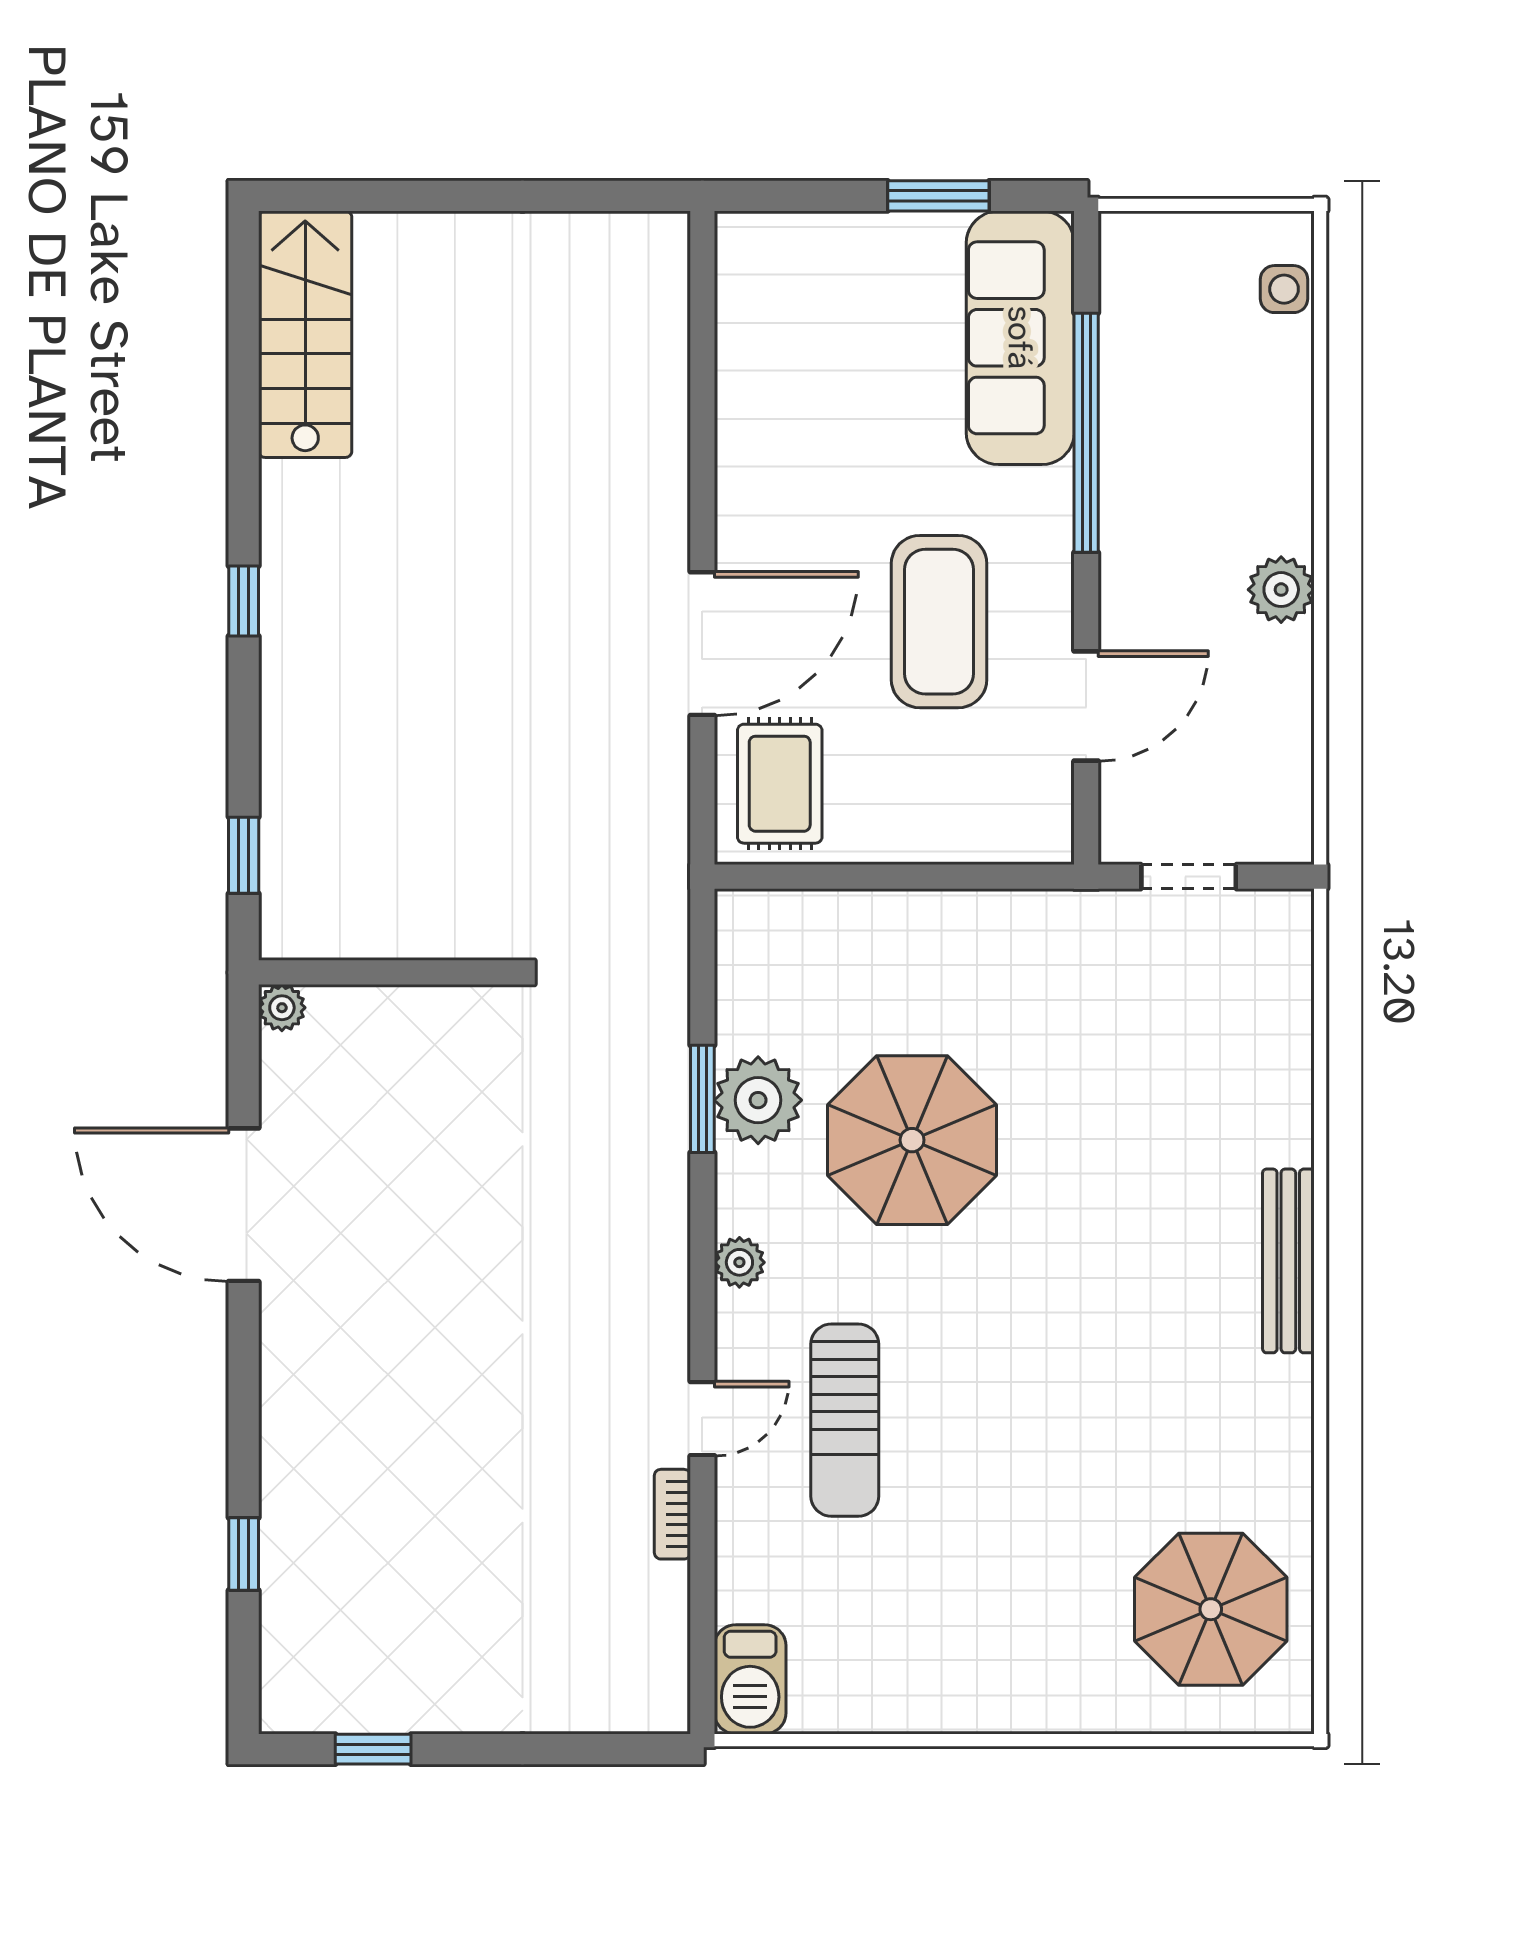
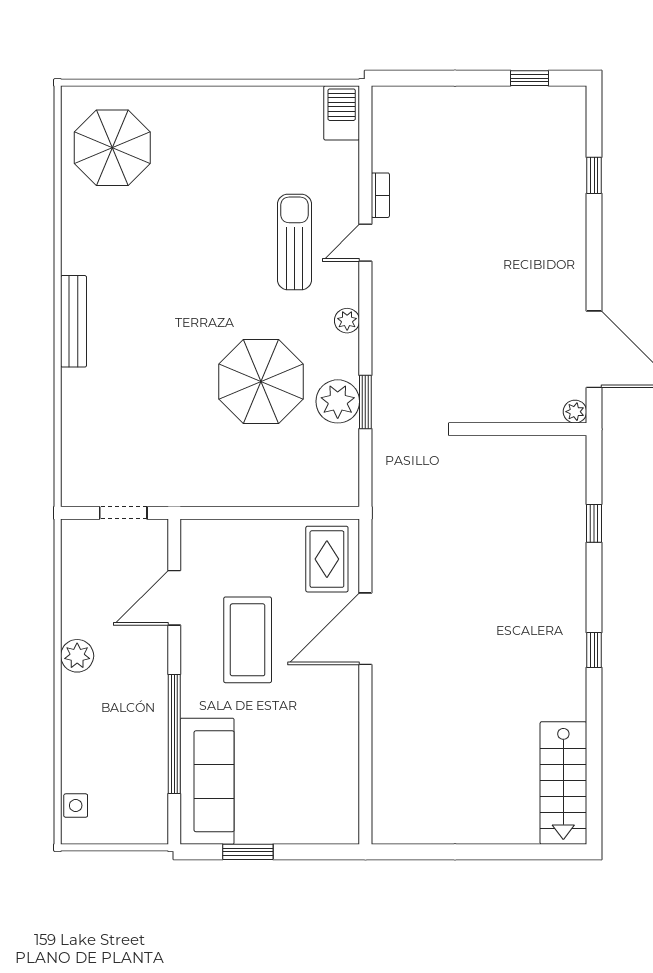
wall: (385, 972) -> (524, 429), moved
plant: (282, 1008) -> (575, 412), moved

